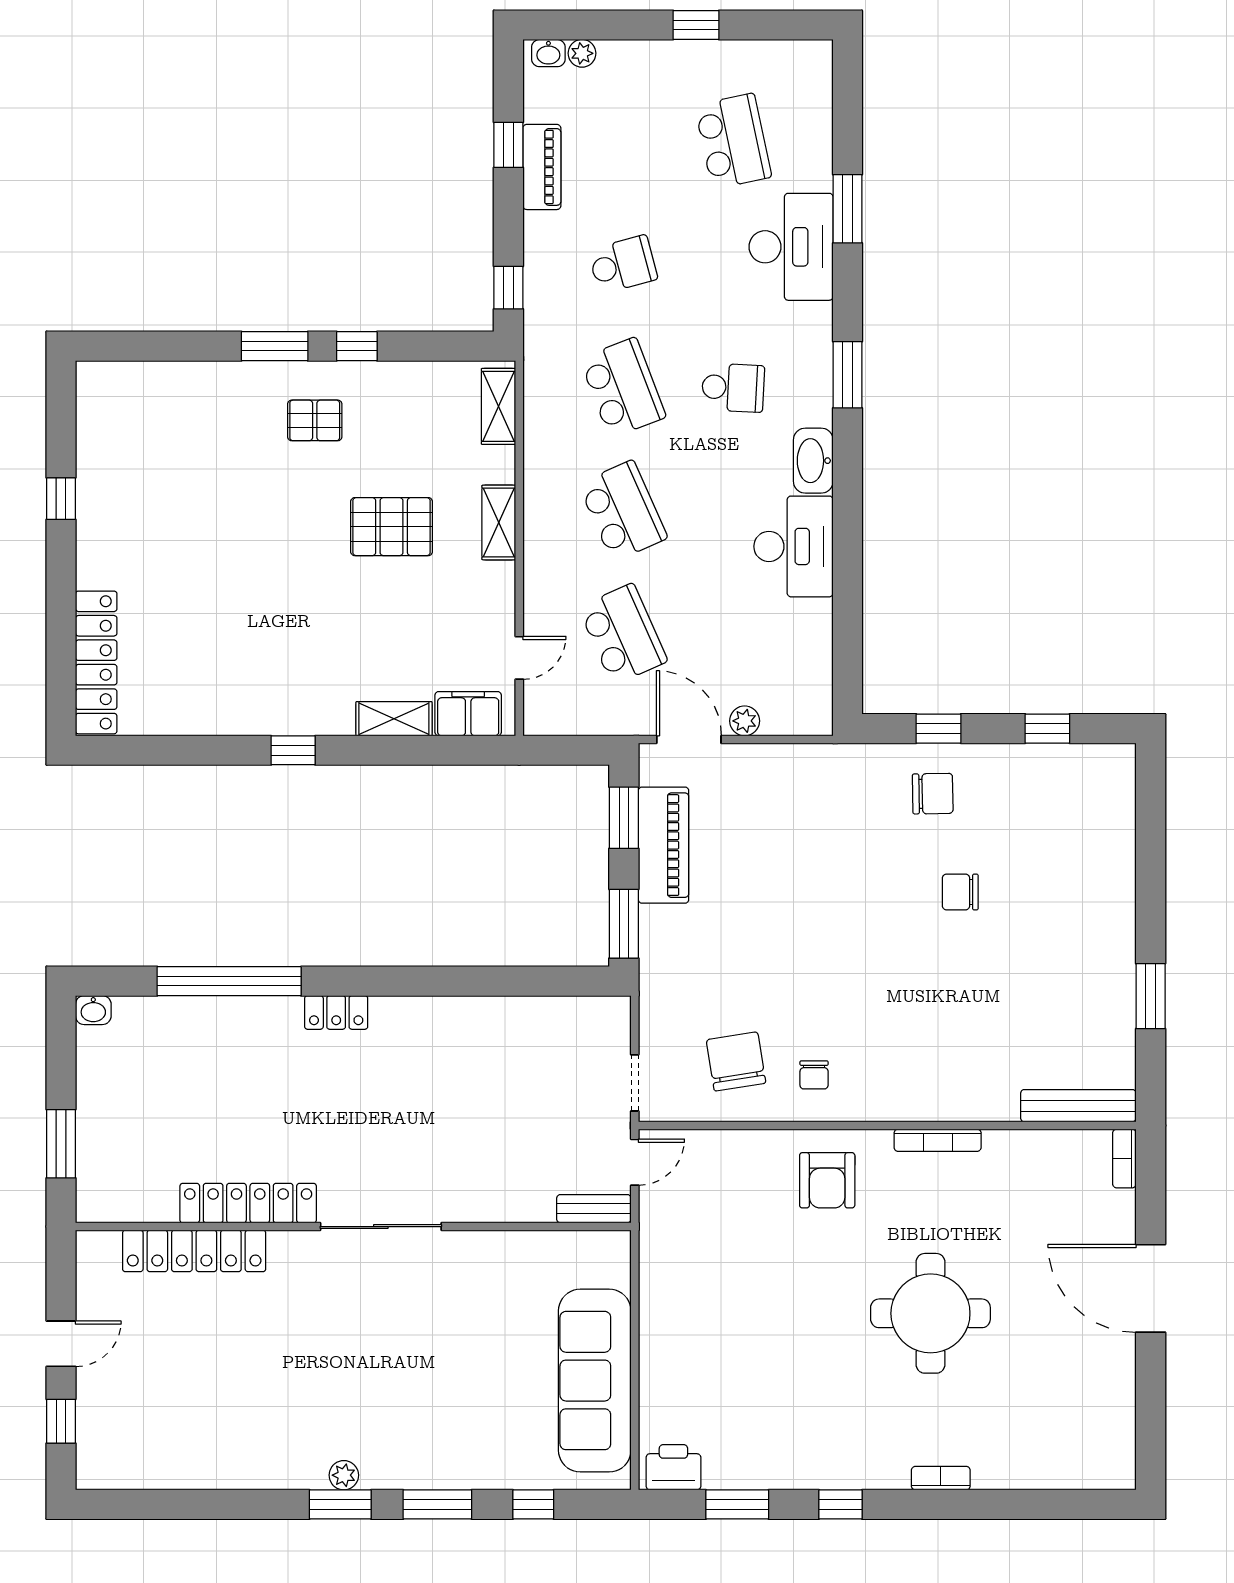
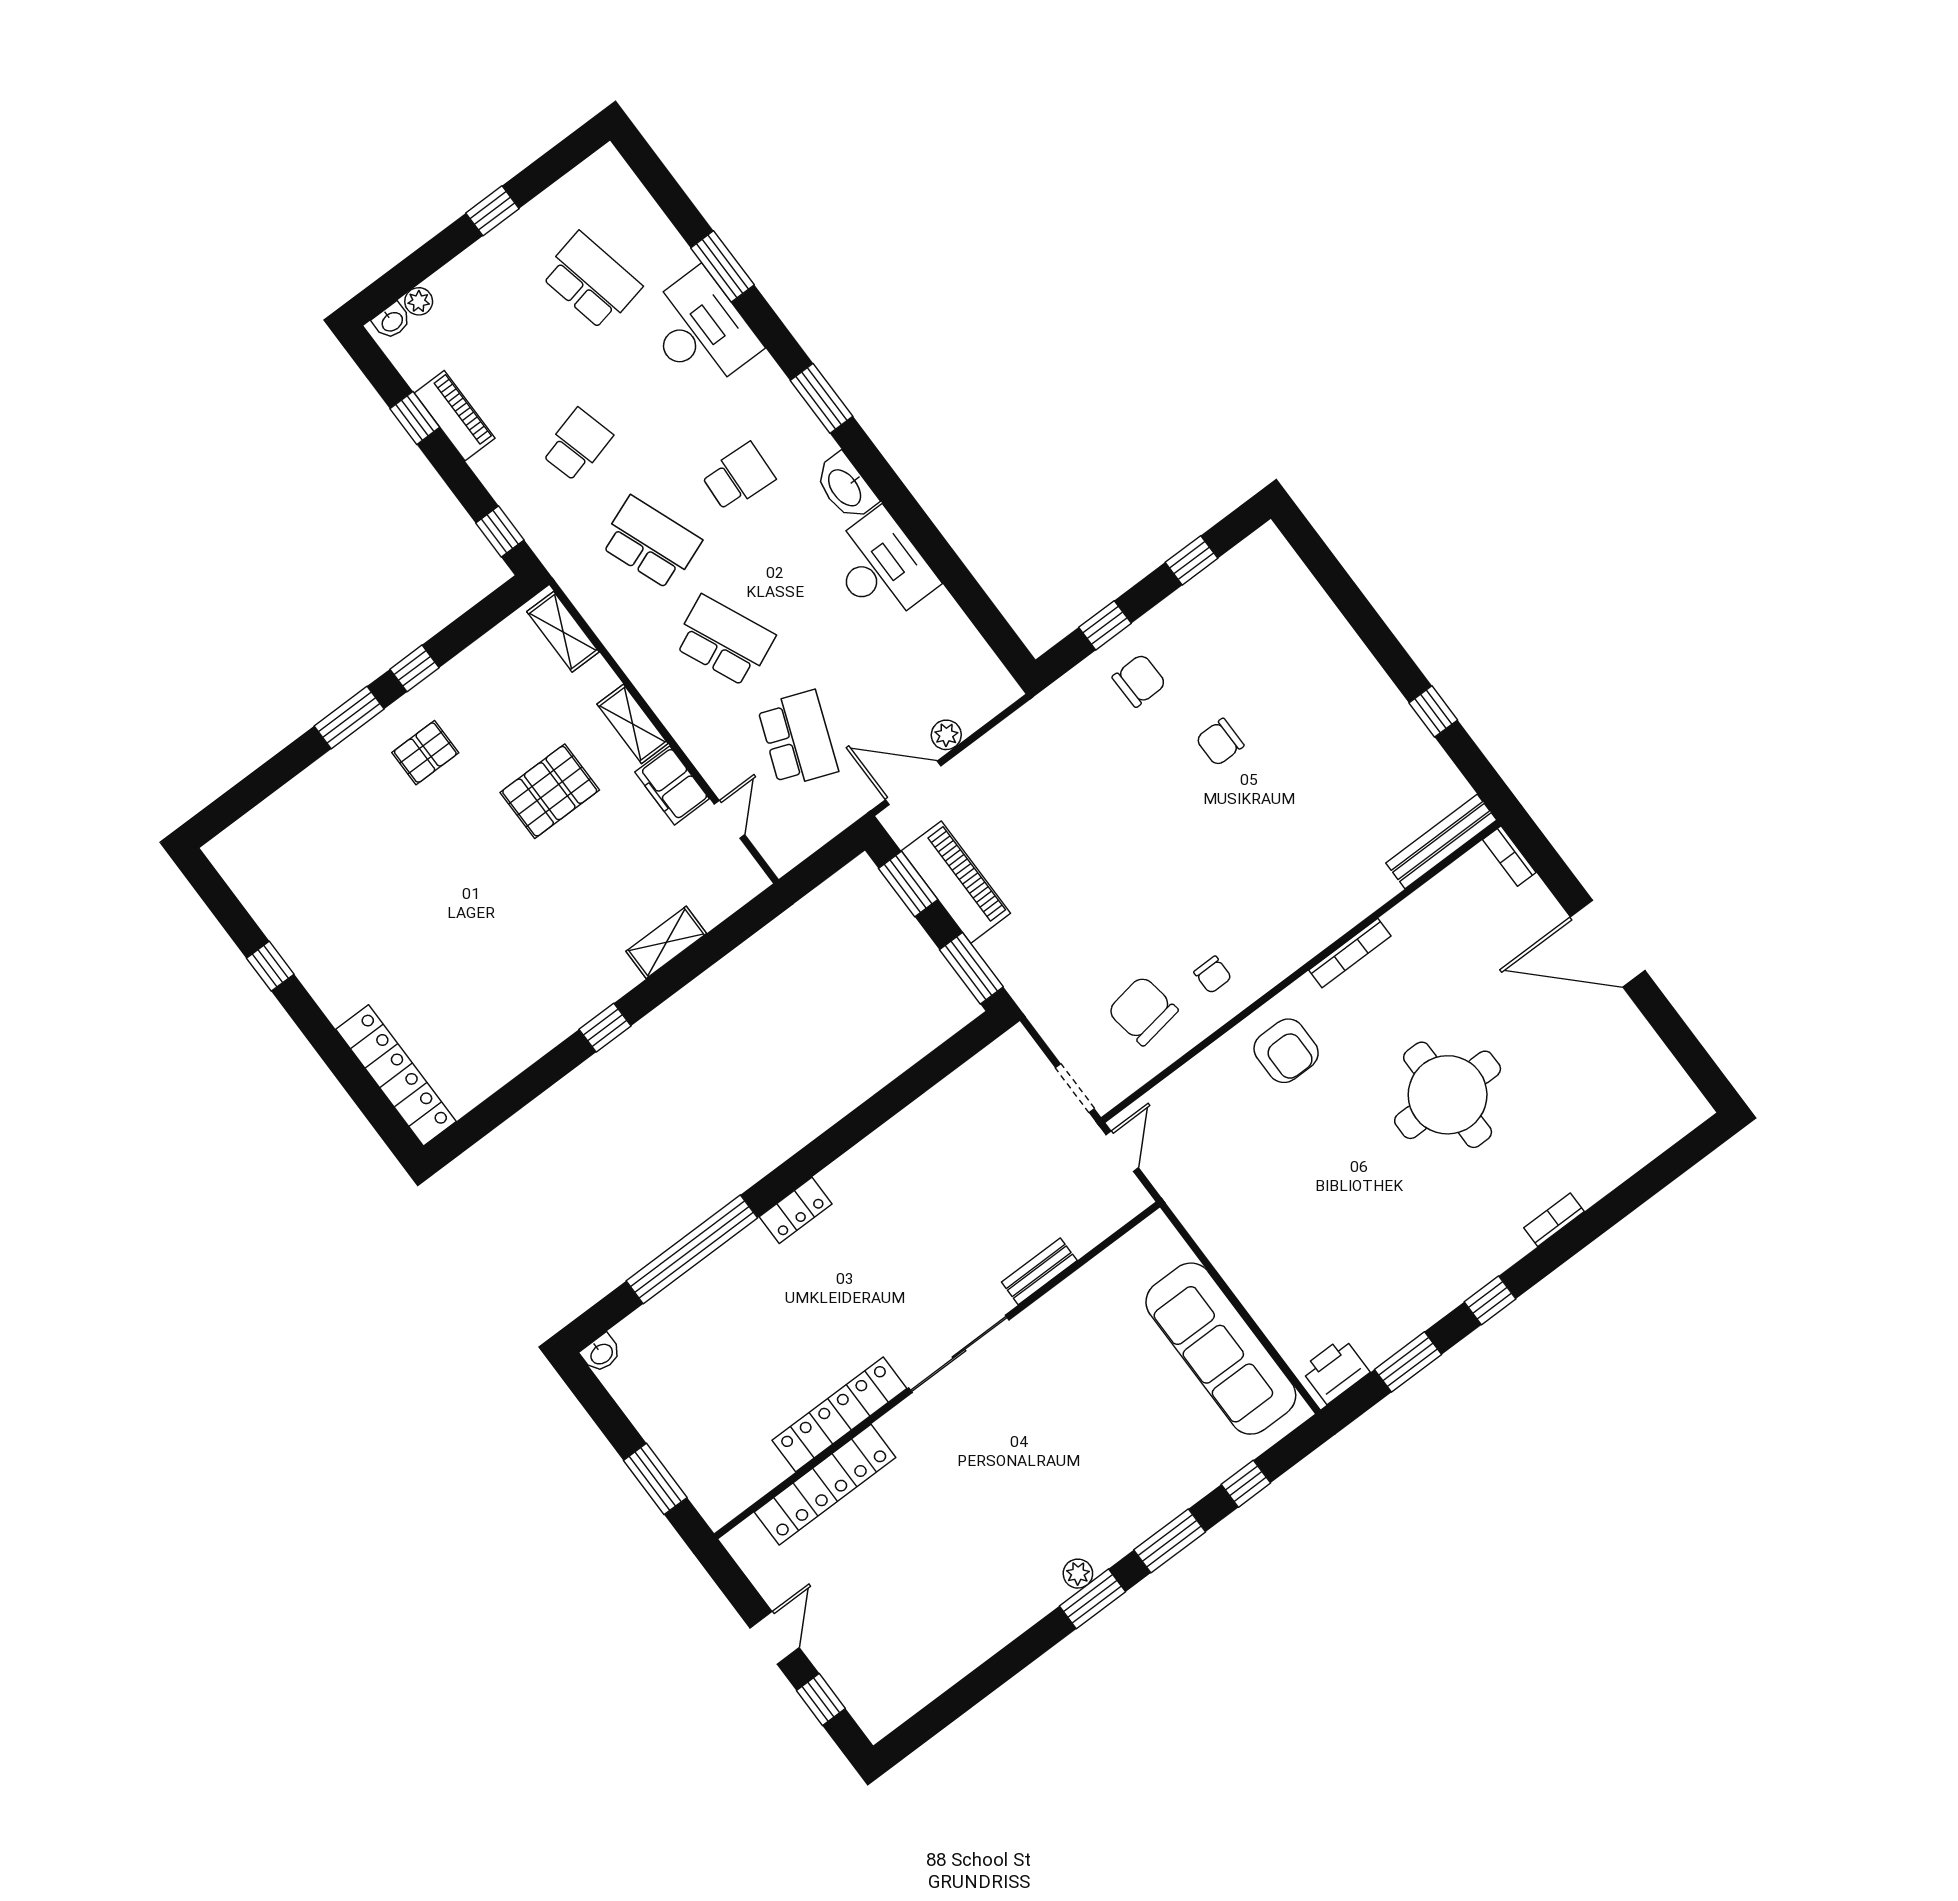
school desk: (623, 634) -> (798, 739), turned 45
filing cabinet: (468, 714) -> (672, 785), moved, turned -90
window: (1151, 996) -> (1433, 711), width x0.67
bench: (594, 1209) -> (1039, 1271), moved

